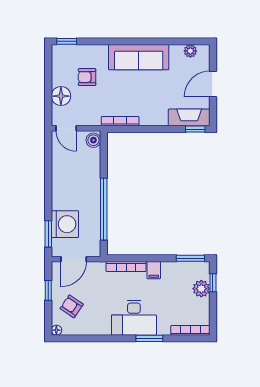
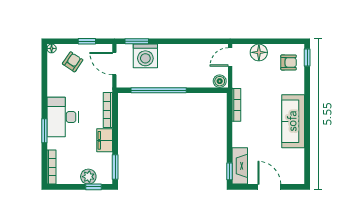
plant: (190, 51) -> (299, 167), removed
armchair: (87, 77) -> (289, 62), moved, turned 90
filing cabinet: (154, 270) -> (105, 140), width x2.00

